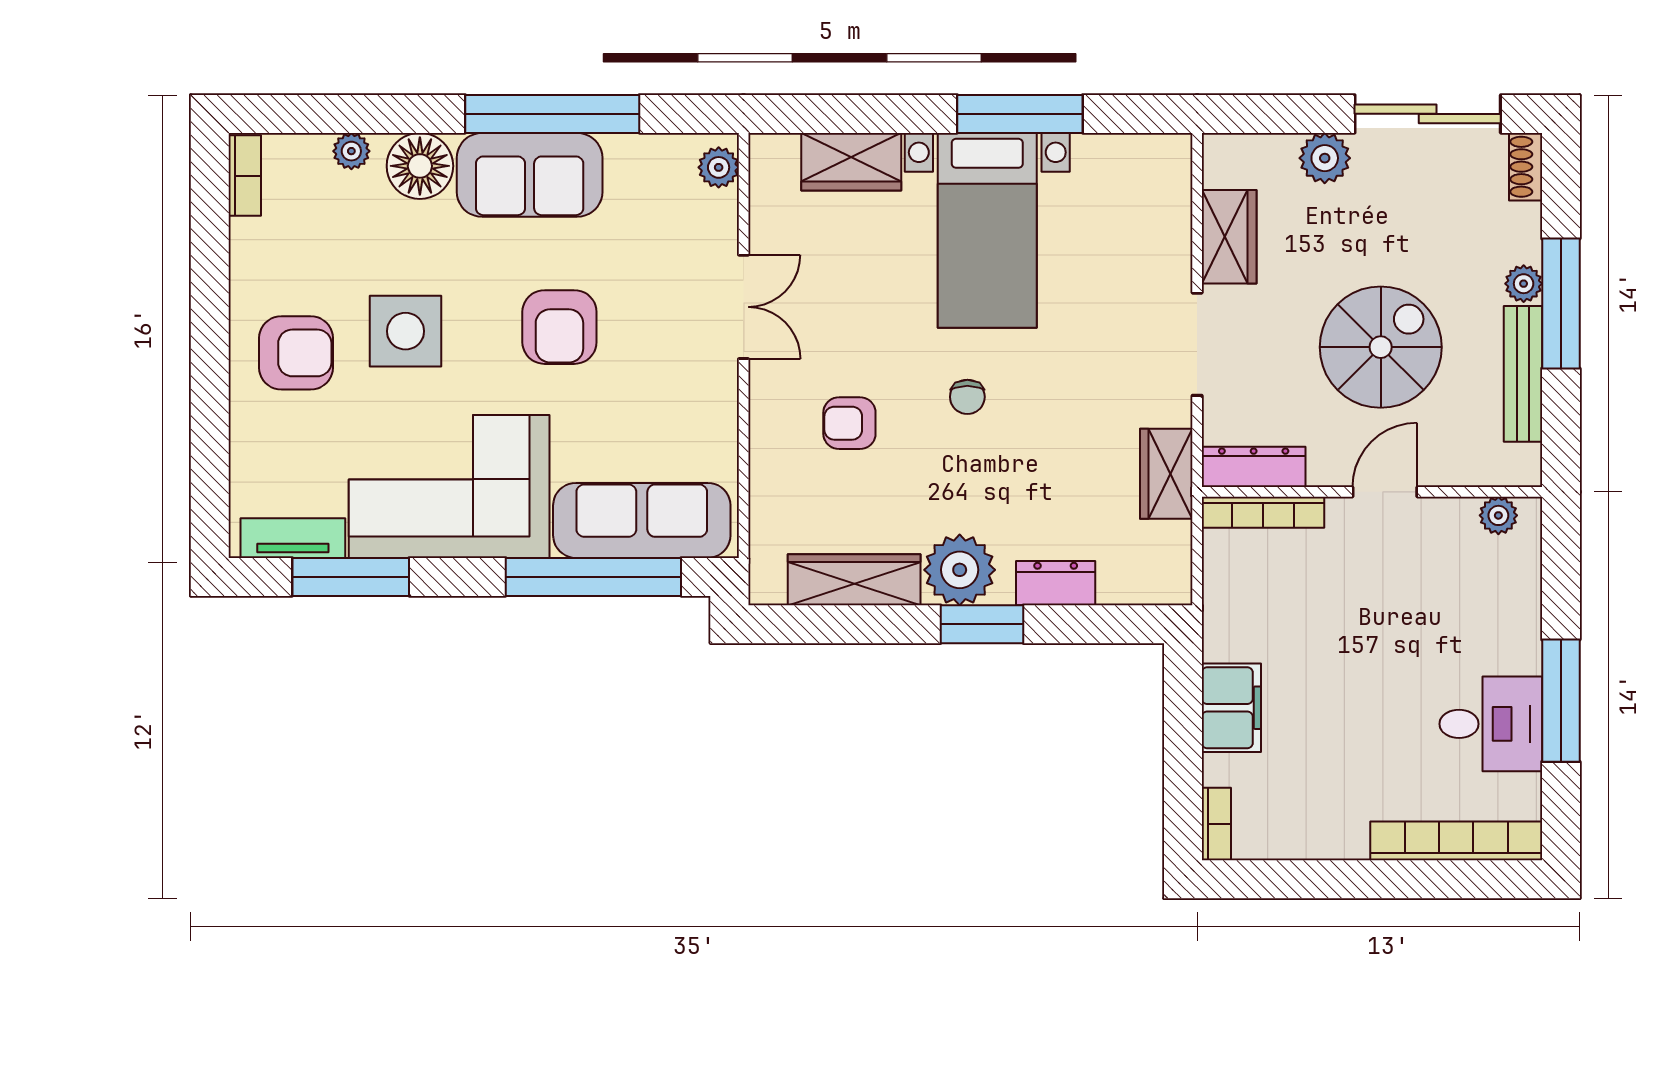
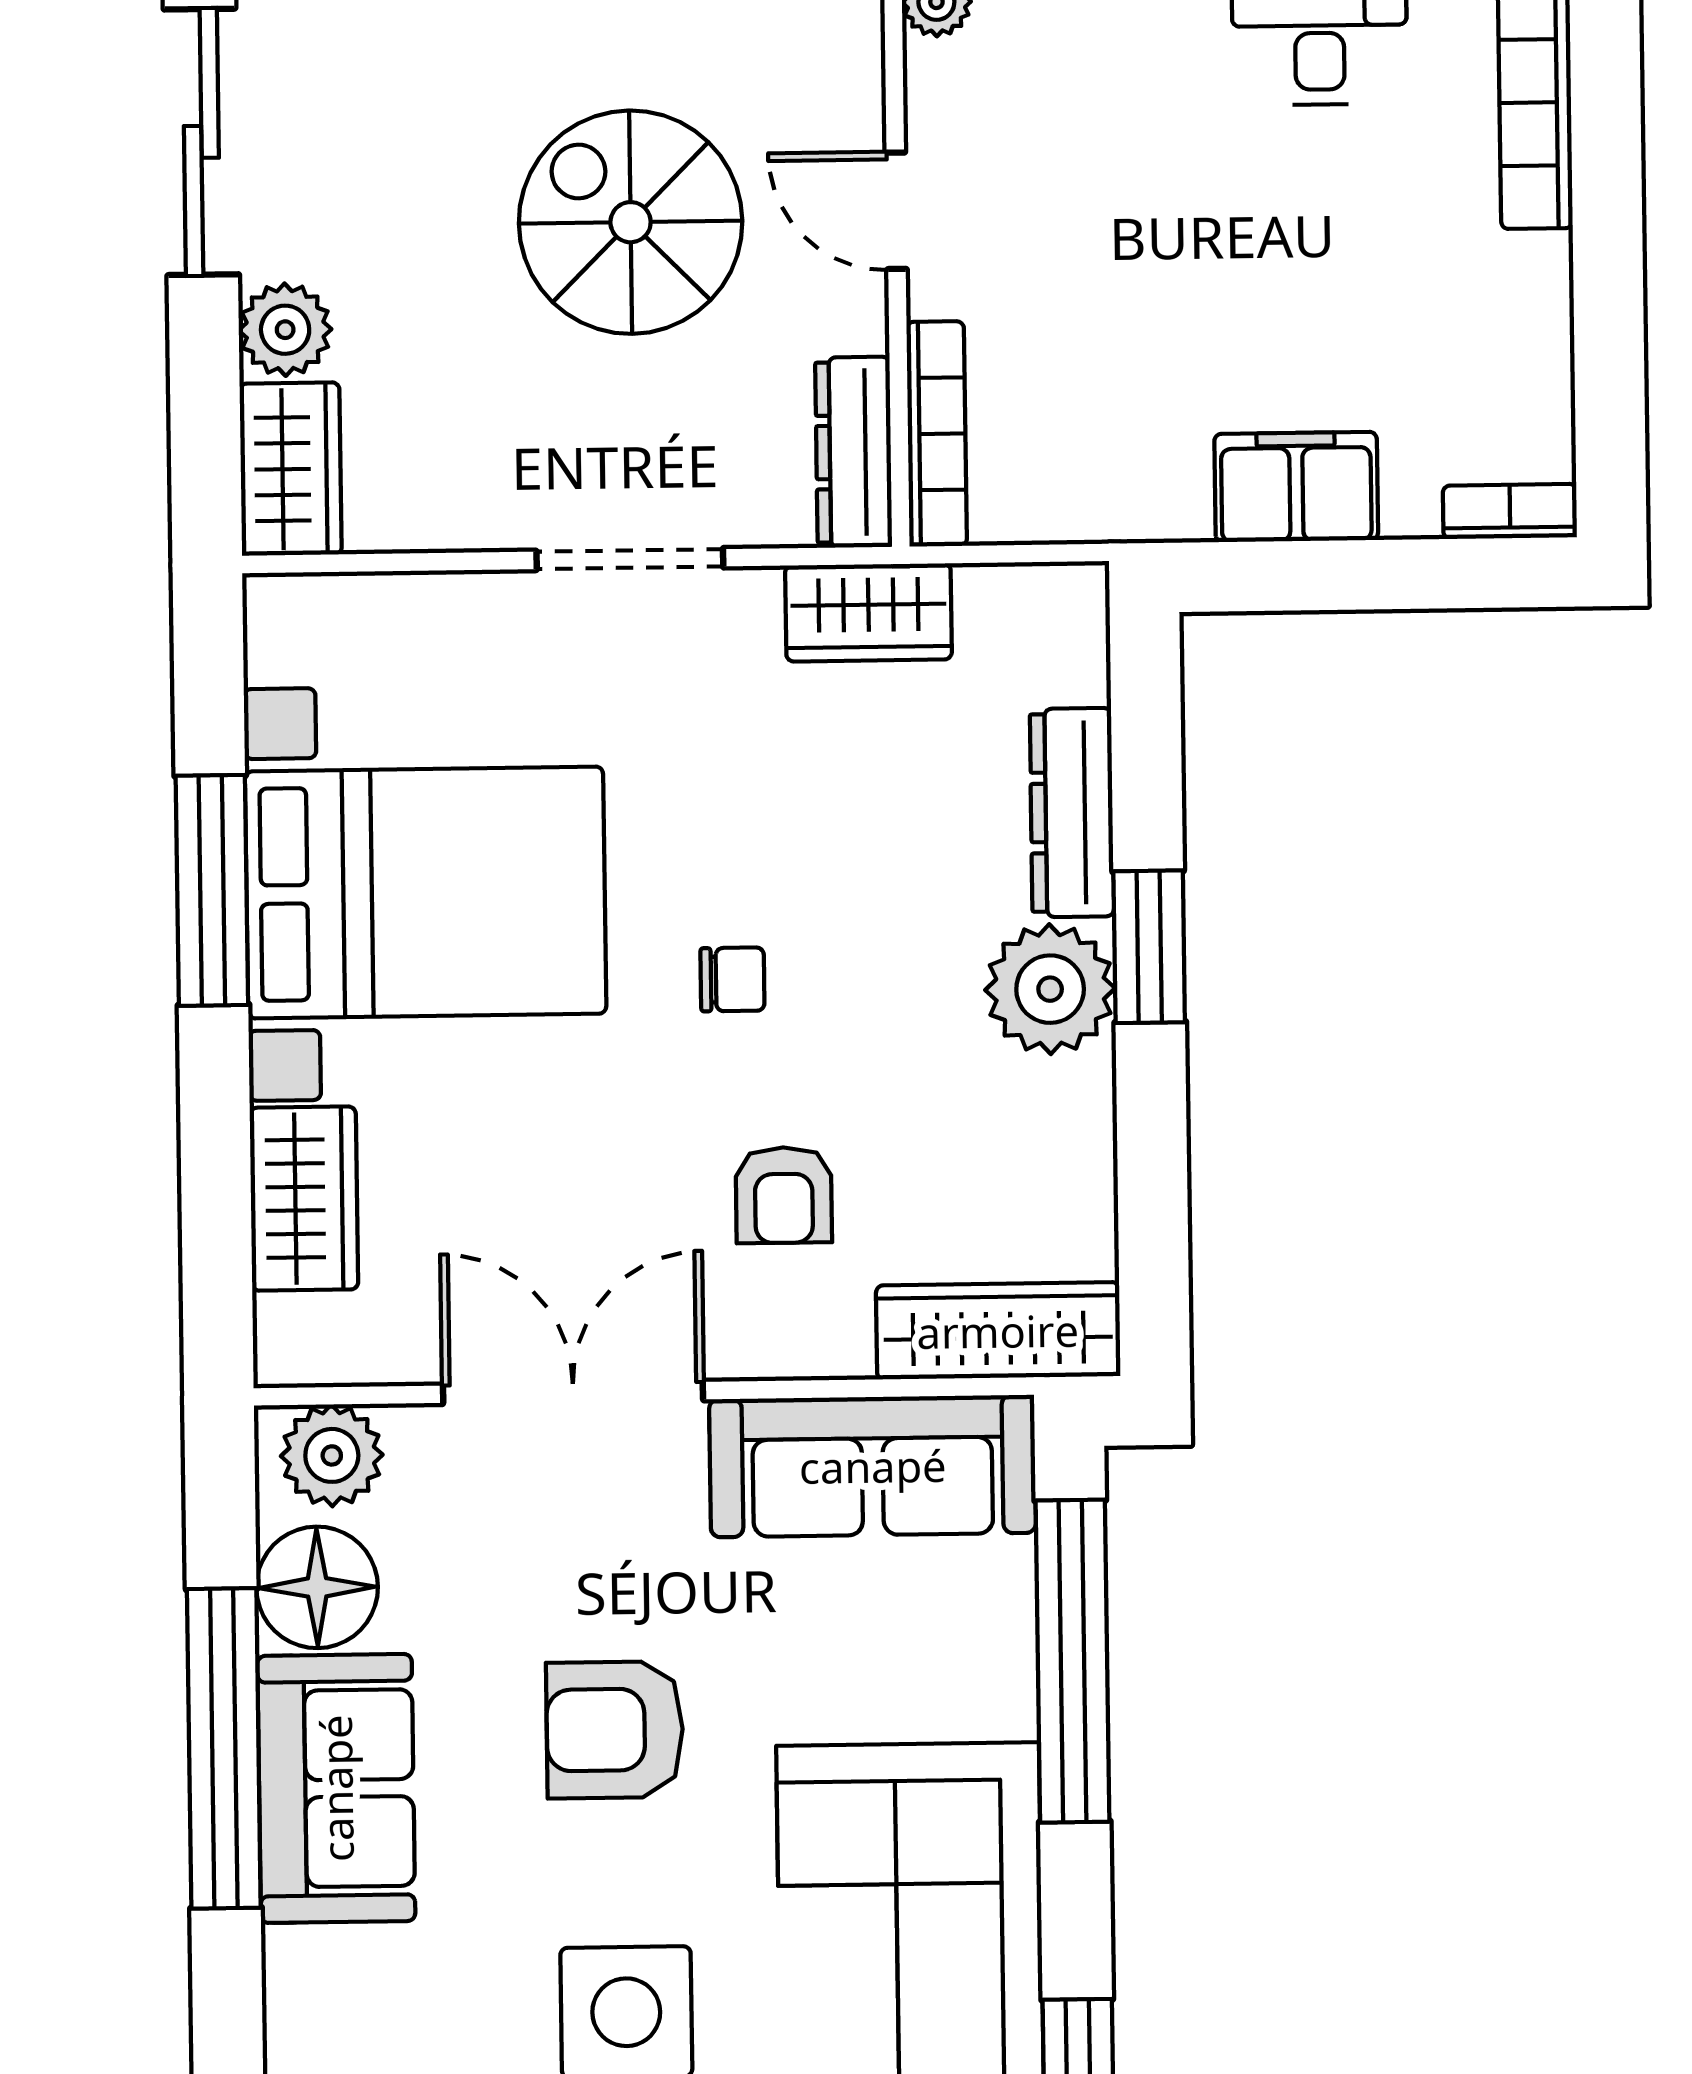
floor lamp: (420, 166) -> (317, 1587), moved
plant: (719, 167) -> (332, 1455), width x1.38, depth x1.38
bed with nightstands: (987, 230) -> (426, 893), width x1.36
wardrobe: (1229, 237) -> (291, 469), moved, turned 90
double door: (744, 307) -> (573, 1392), width x1.37
armchair: (559, 327) -> (615, 1730), turned 180
sofa: (642, 520) -> (873, 1466), moved, turned -90
wardrobe: (854, 580) -> (998, 1331), moved, turned 90
dresser: (1056, 583) -> (1072, 813), width x1.44

